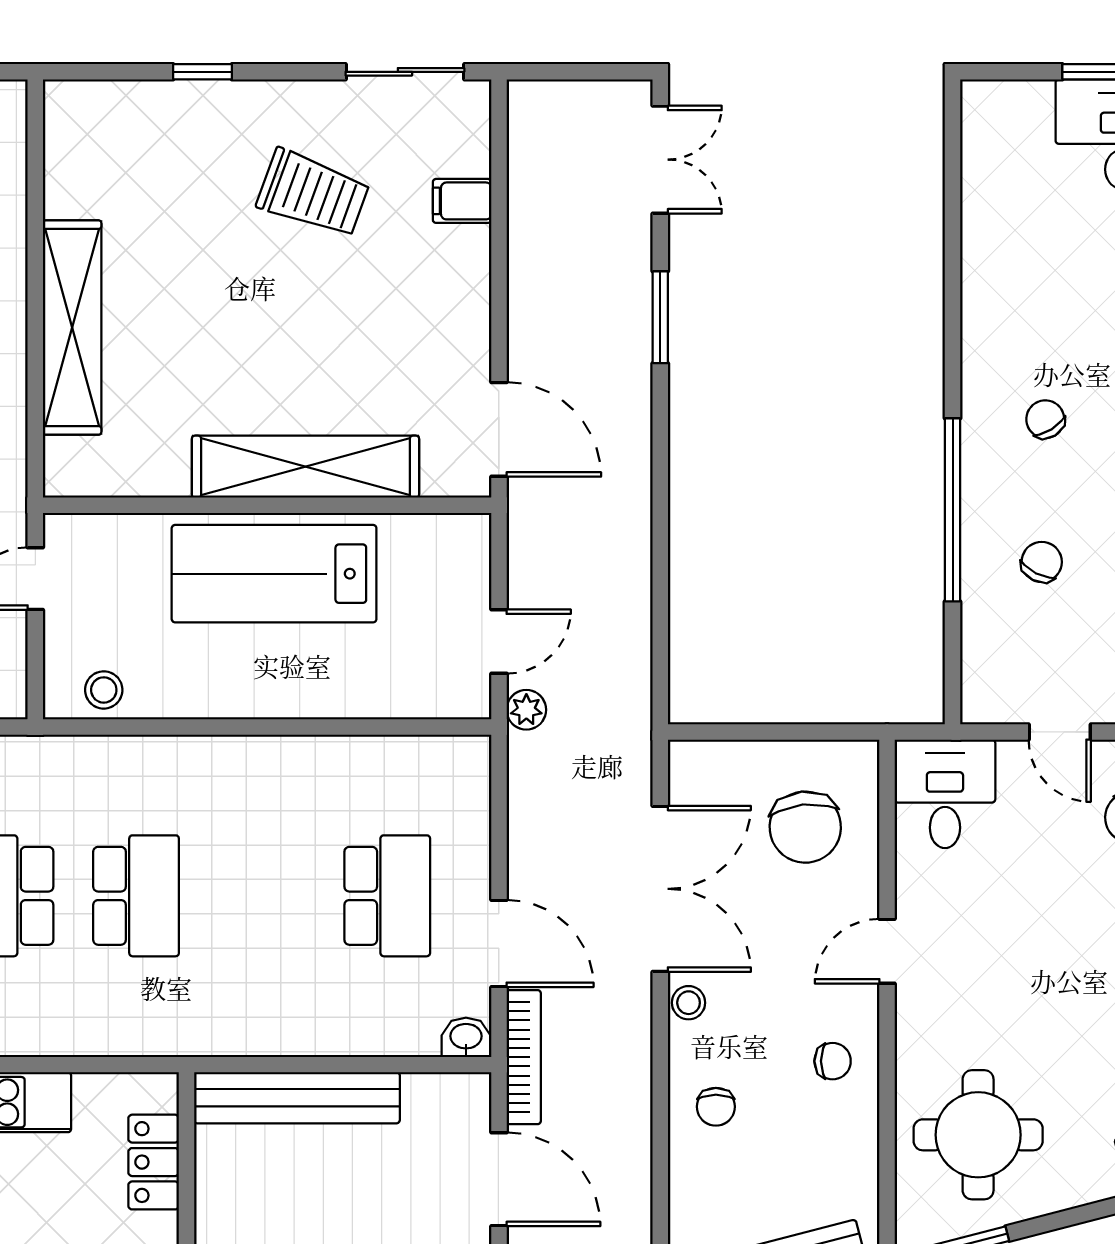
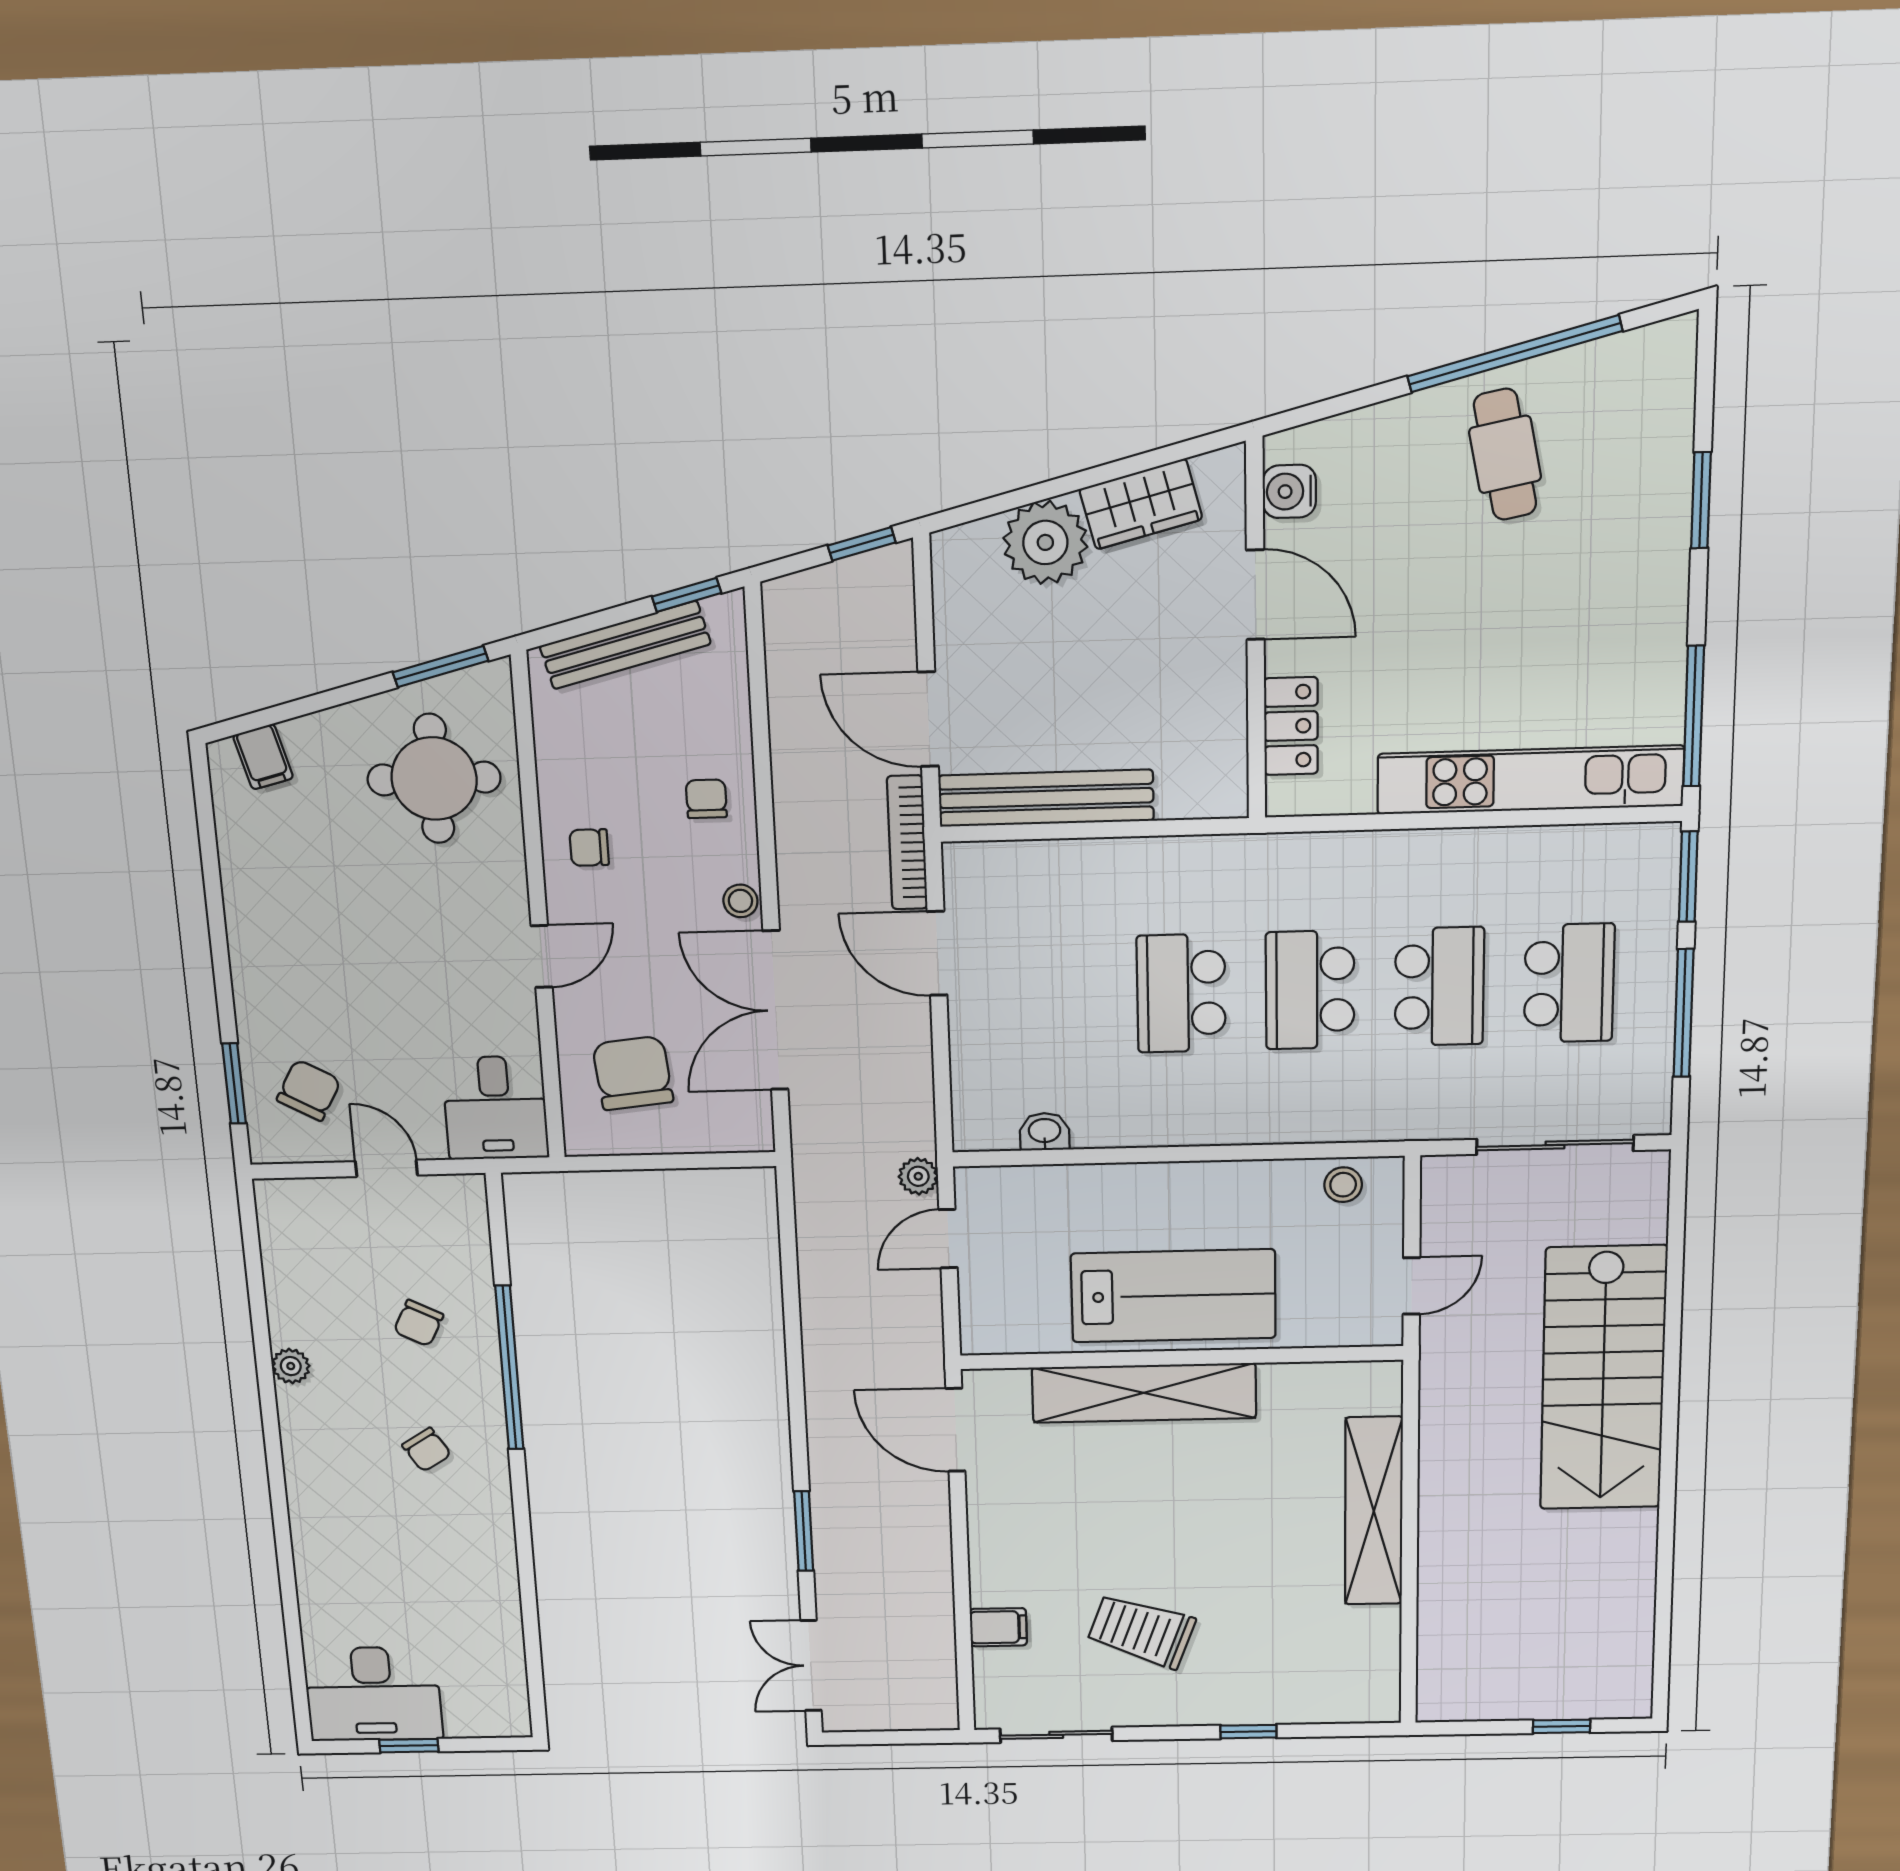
school desk: (387, 896) -> (1181, 993), moved
washbasin: (466, 1037) -> (1045, 1132), moved, turned 180
bench: (297, 1098) -> (1046, 798), moved

